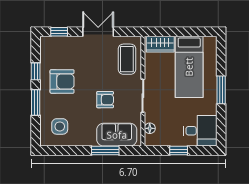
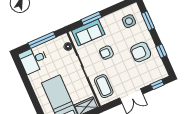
window: (221, 90) -> (32, 93), removed
window: (36, 103) -> (148, 21), moved
window: (179, 151) -> (42, 40), width x2.17

